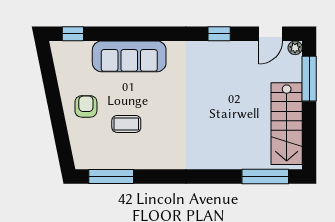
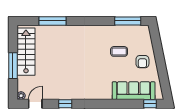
sofa: (129, 56) -> (134, 91), moved
window: (309, 79) -> (13, 66), moved
window: (265, 177) -> (52, 21), moved

